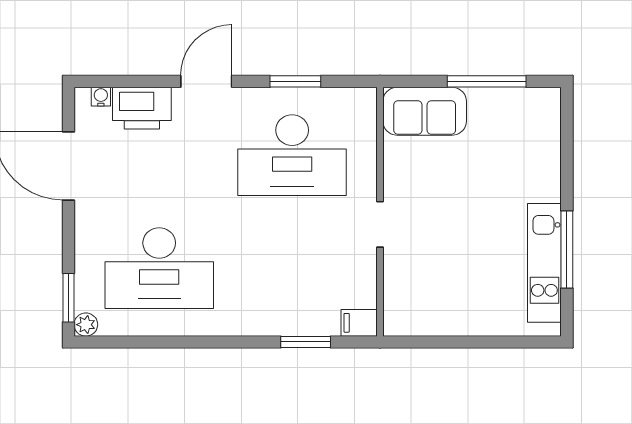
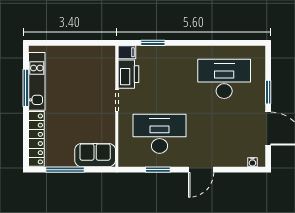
printer: (142, 108) -> (128, 74), moved, turned 90
locker: (545, 145) -> (36, 139), added
window: (68, 298) -> (268, 92), moved
plant: (86, 325) -> (260, 51), removed

